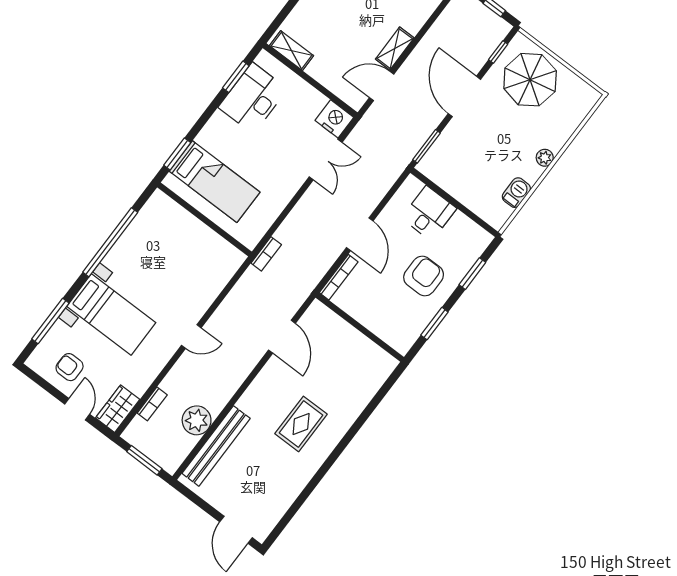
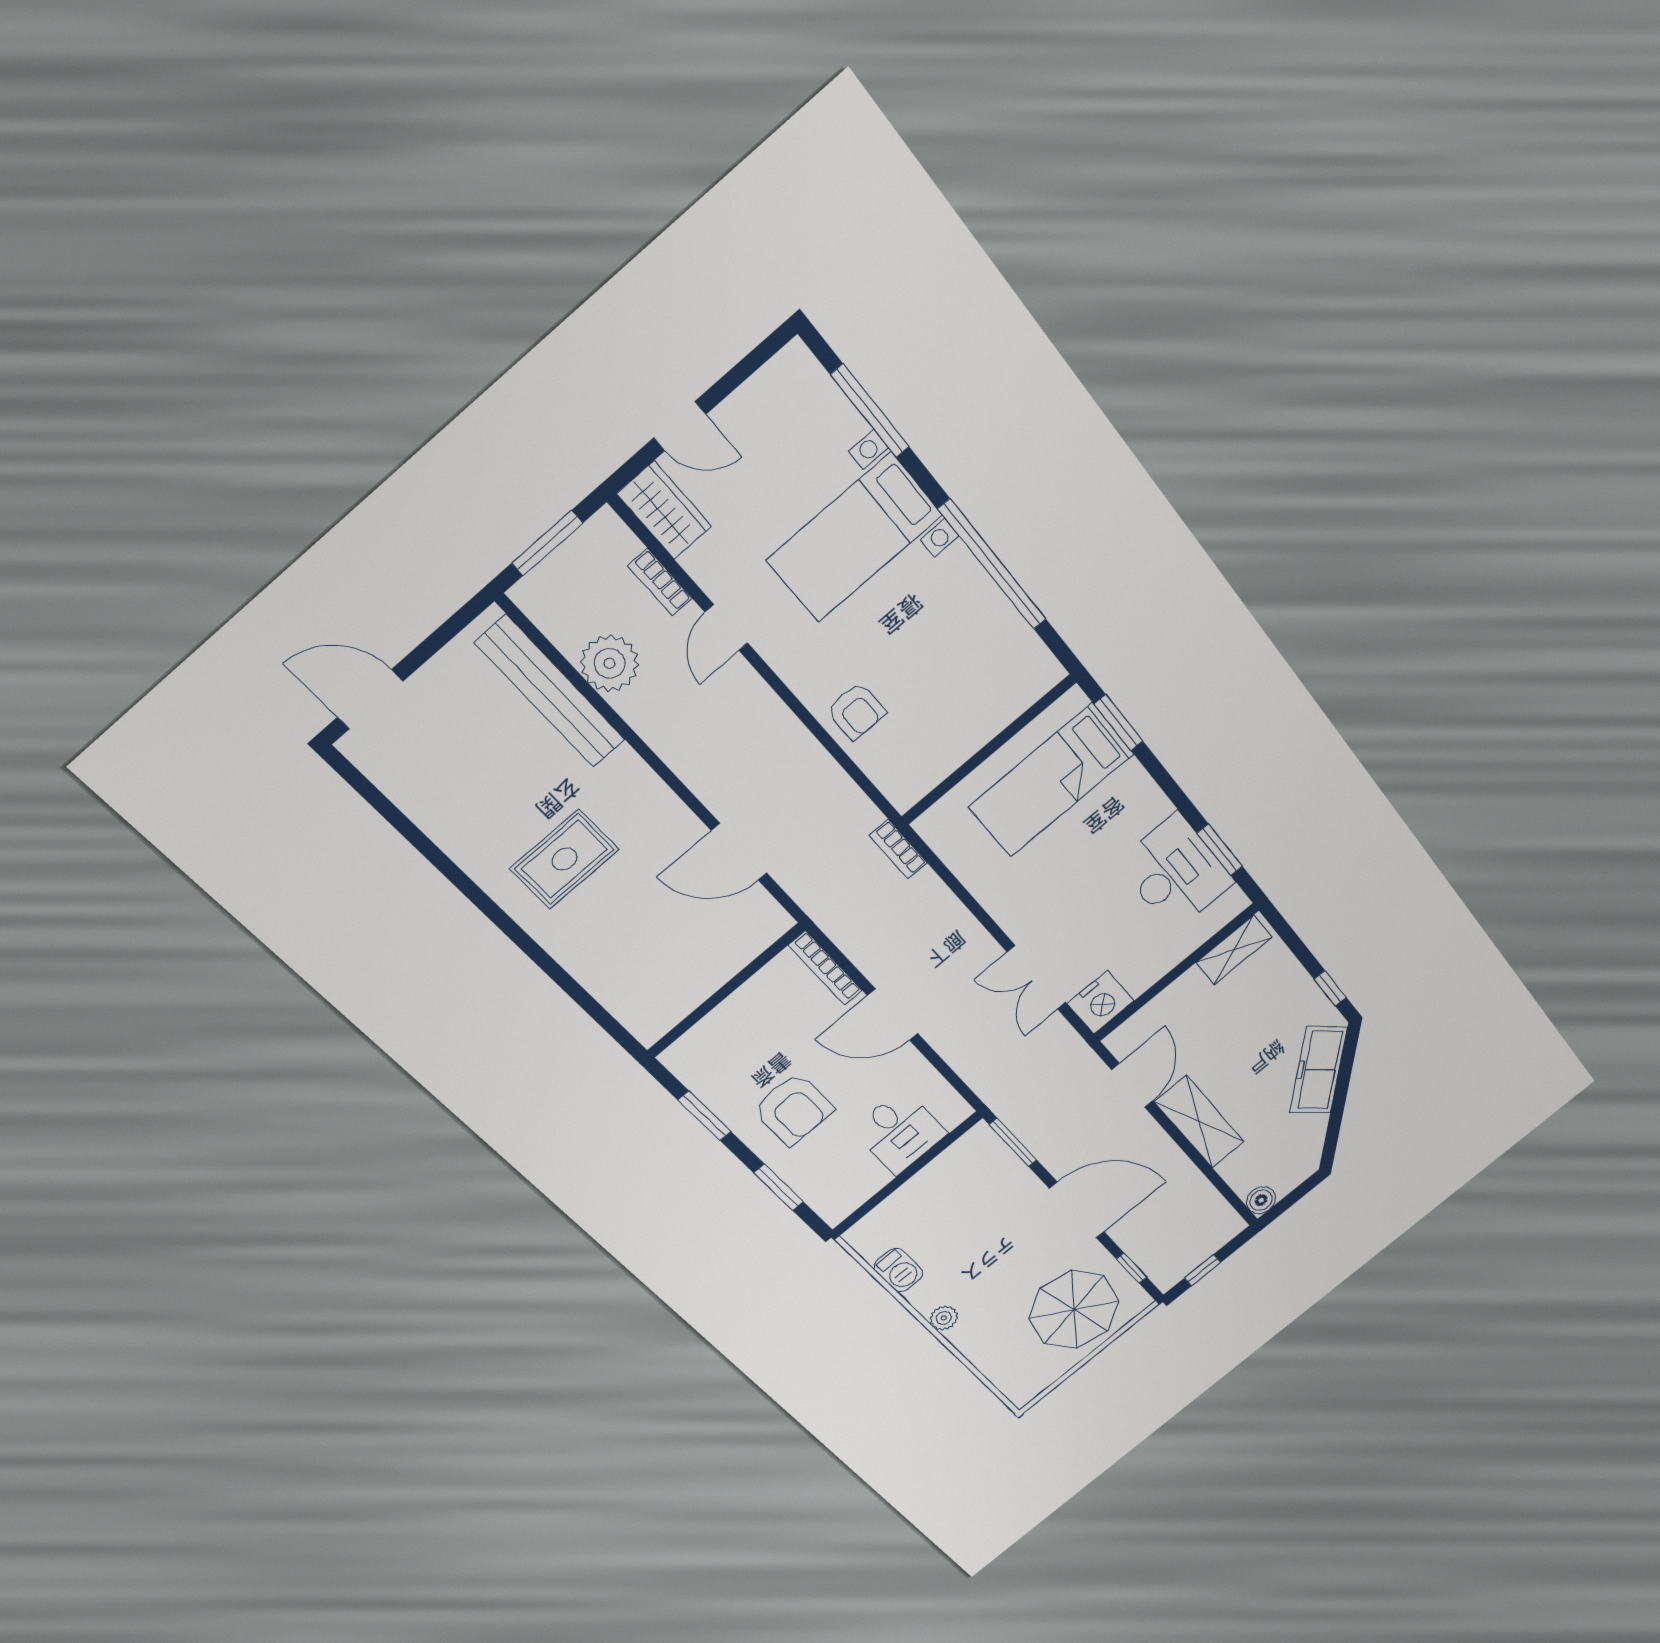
shelving: (395, 49) -> (1199, 1122), width x1.50, depth x1.33
door: (191, 337) -> (726, 628), moved
armchair: (70, 367) -> (856, 711), moved, turned 90
rug: (301, 424) -> (564, 859), turned 90

